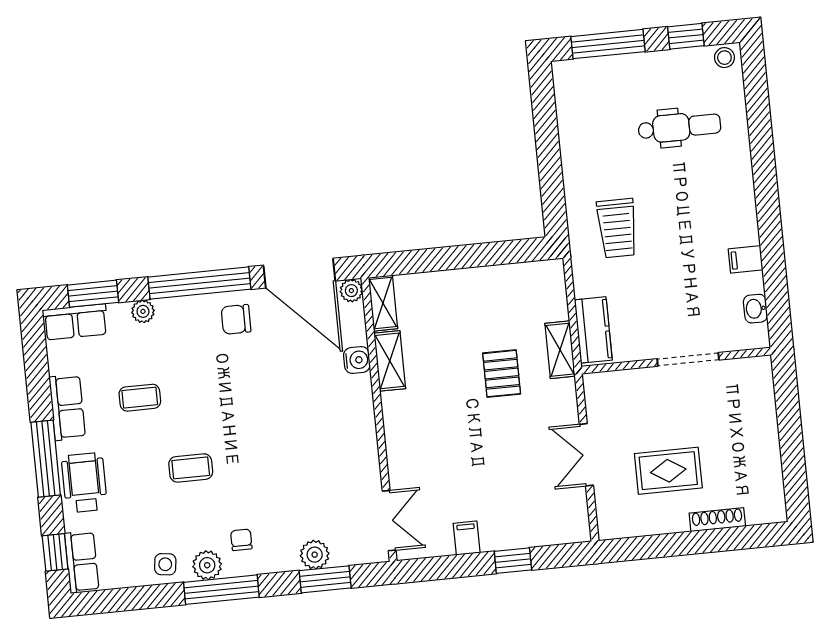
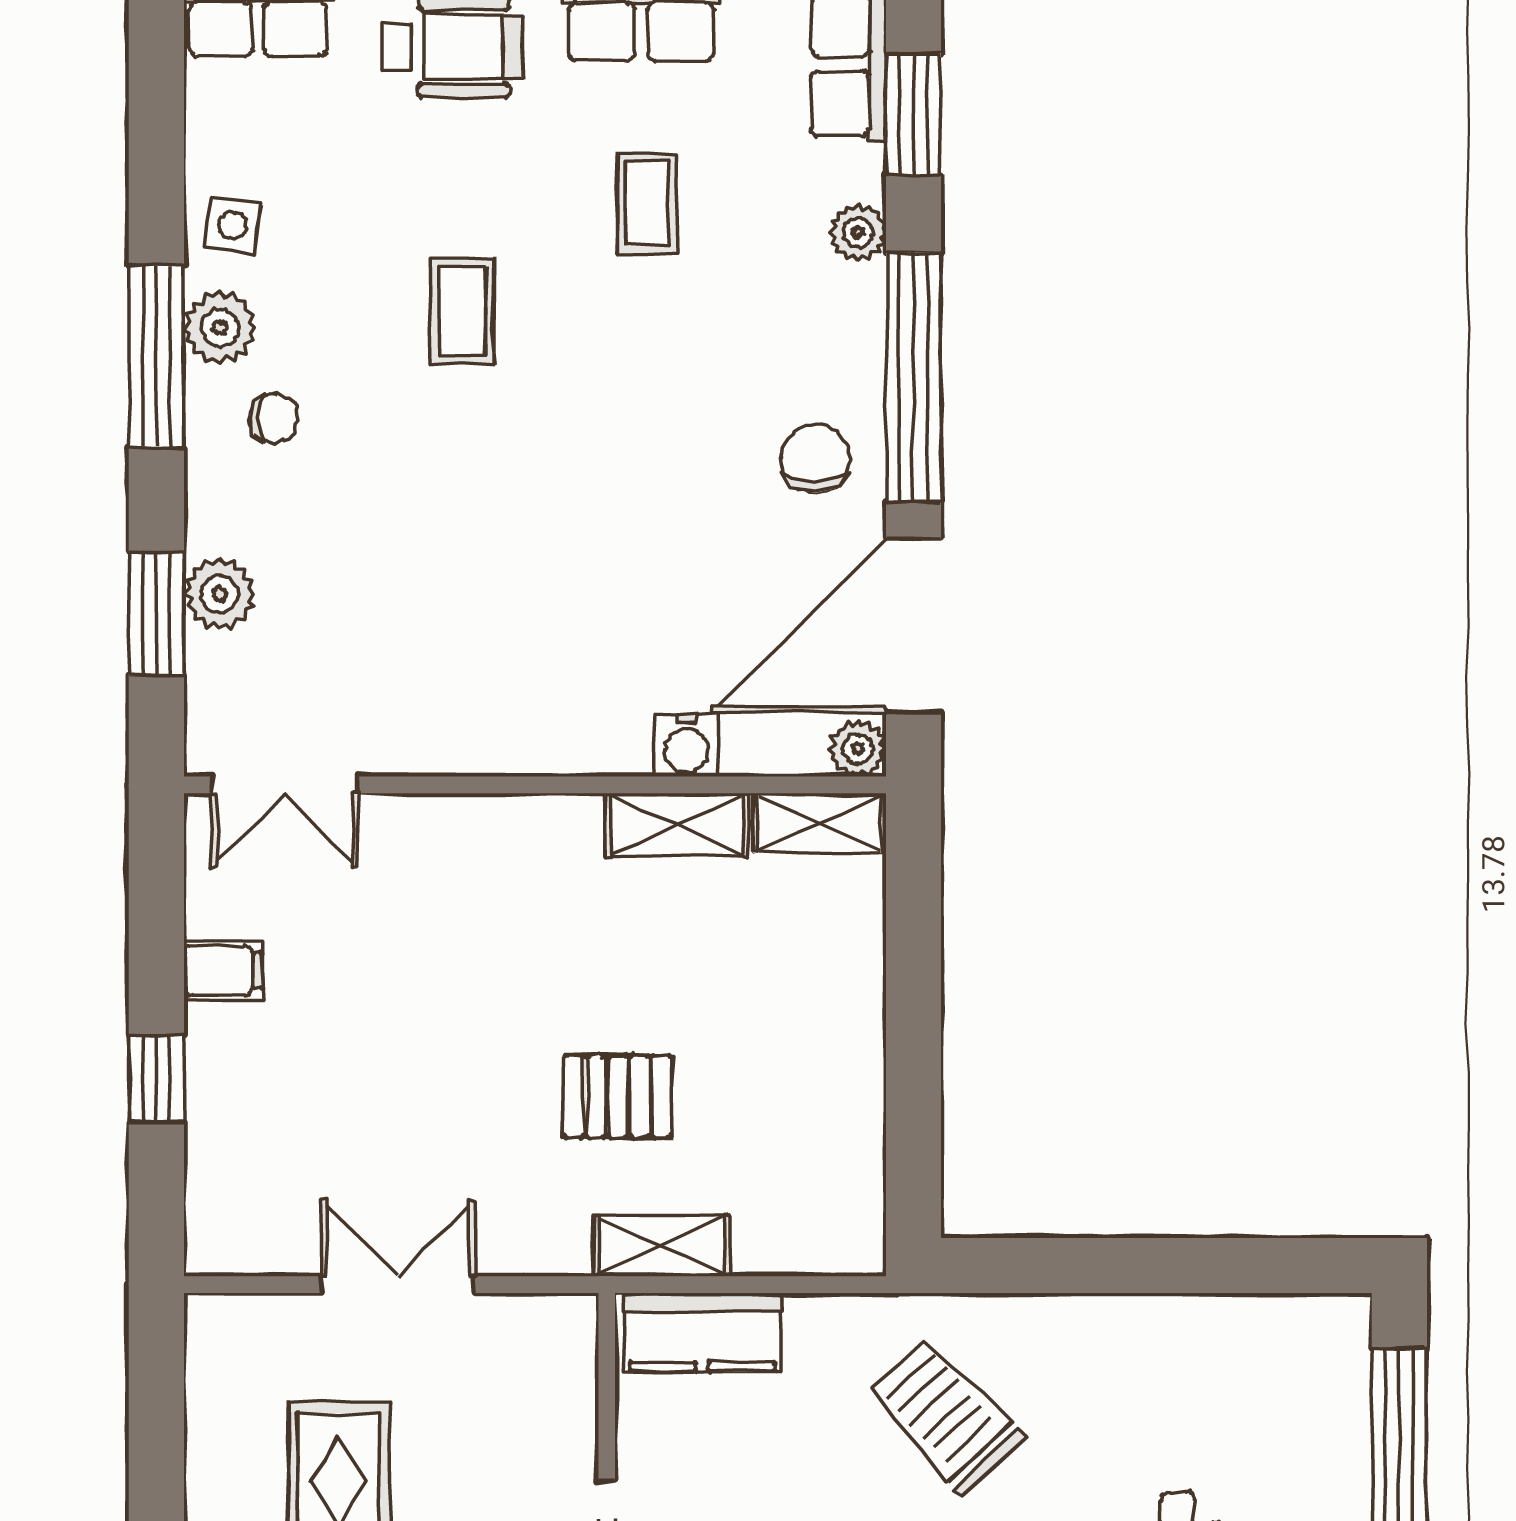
trolley: (617, 228) -> (946, 1415), turned 47

